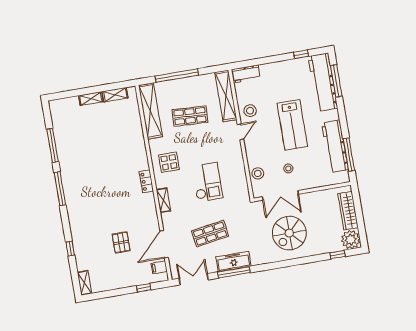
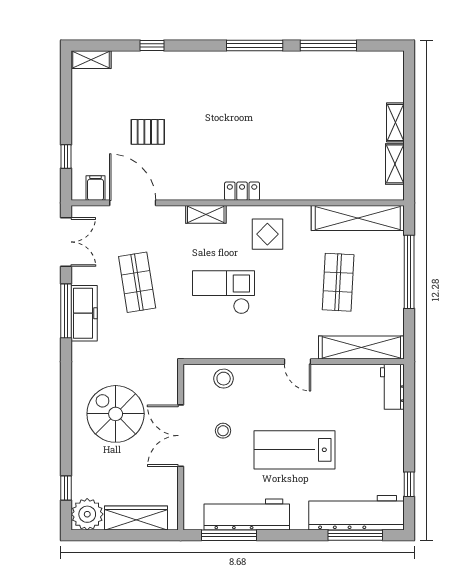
stool: (250, 111) -> (330, 384), removed
checkout: (207, 182) -> (223, 292), turned 180
double door: (280, 195) -> (181, 436), moved

